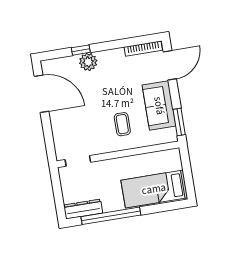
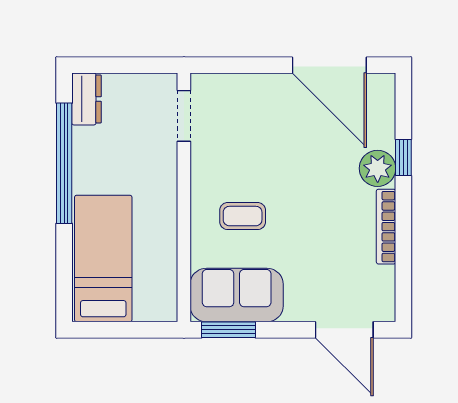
bookcase: (143, 49) -> (386, 227), moved
door: (41, 94) -> (329, 65), hinge flipped
sofa: (159, 106) -> (237, 295), moved
dresser: (83, 209) -> (87, 99), width x0.70

